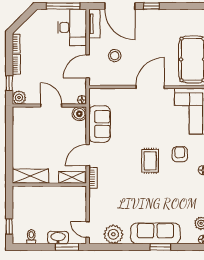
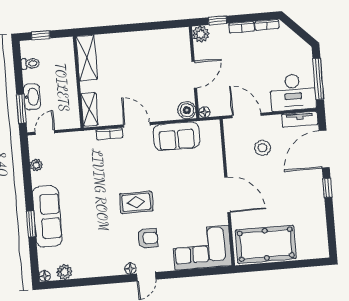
shelving: (30, 176) -> (87, 58), moved
shelving: (72, 177) -> (89, 109), moved
wall: (49, 185) -> (78, 82), moved
plant: (113, 234) -> (36, 165), width x0.53, depth x0.53

